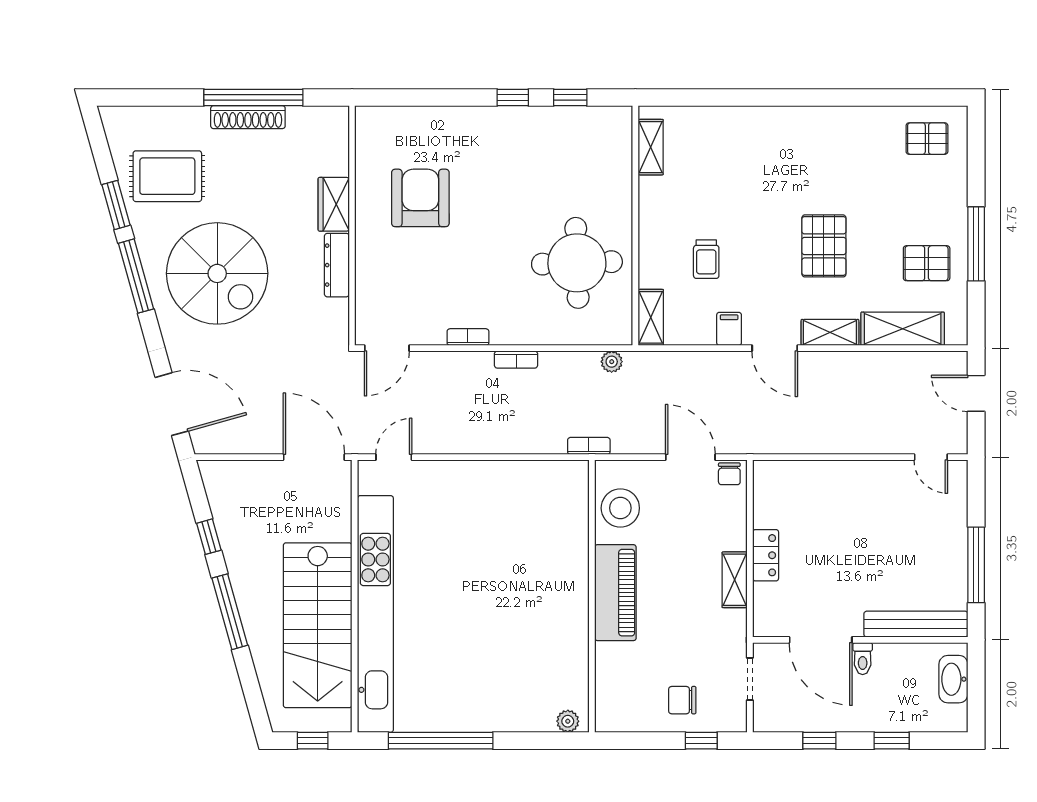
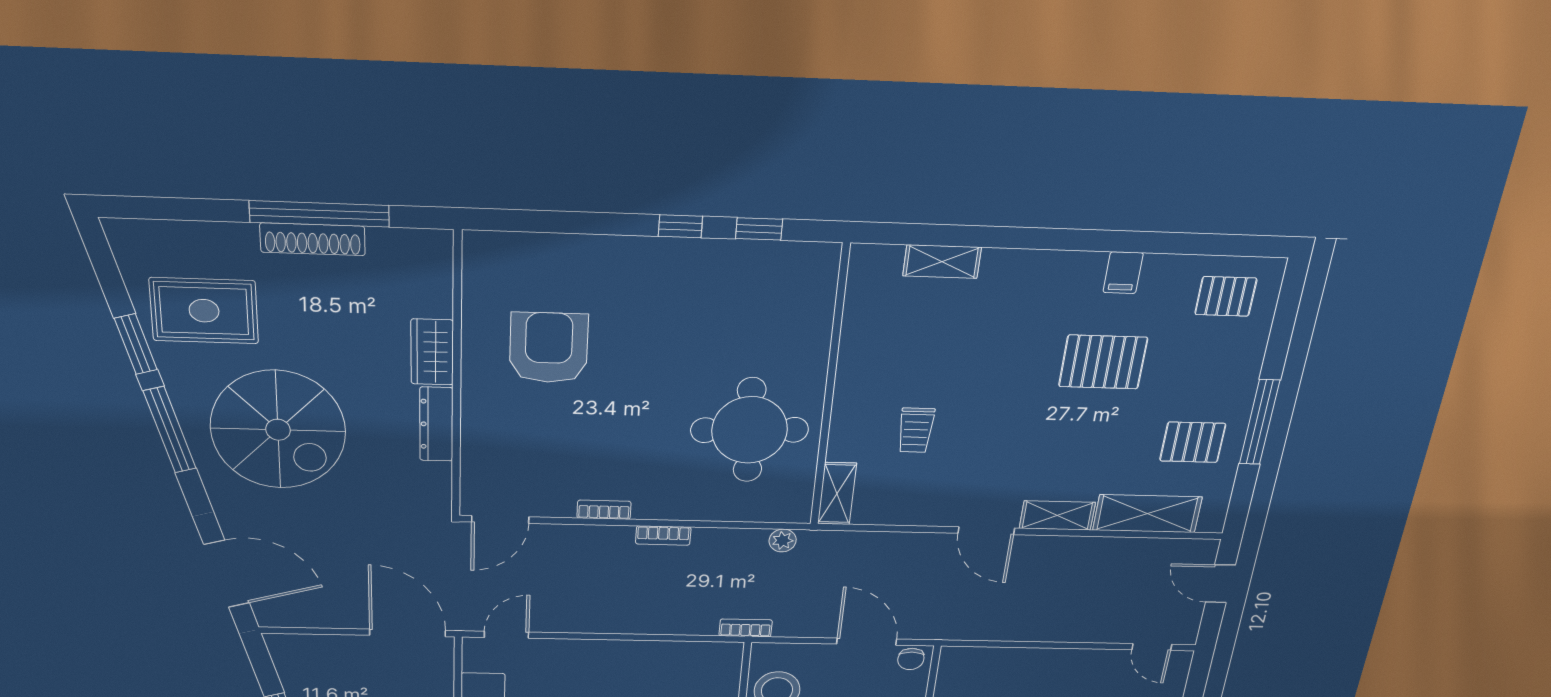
shelving: (651, 147) -> (942, 262), moved, turned 90
pallet: (824, 246) -> (1103, 362), moved, turned 90
filing cabinet: (729, 329) -> (1123, 273), moved, turned 180

